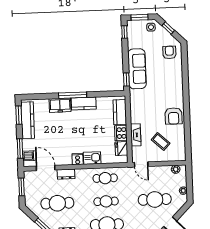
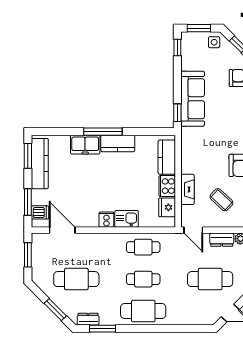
dresser: (66, 174) -> (222, 240), moved

